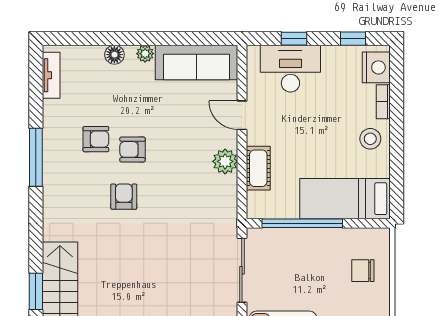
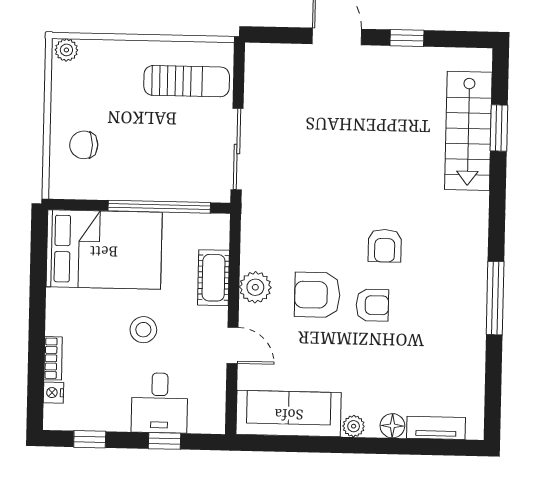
nightstand: (376, 67) -> (53, 393), width x0.53, depth x0.56
desk: (290, 69) -> (160, 403), width x0.73
tv unit: (51, 75) -> (436, 428), moved, turned 90
armchair: (96, 139) -> (317, 295), moved, width x1.38, depth x1.38
stool: (370, 139) -> (143, 330), moved
bed: (345, 199) -> (104, 250), width x1.50
chair: (363, 271) -> (84, 145), turned 180

